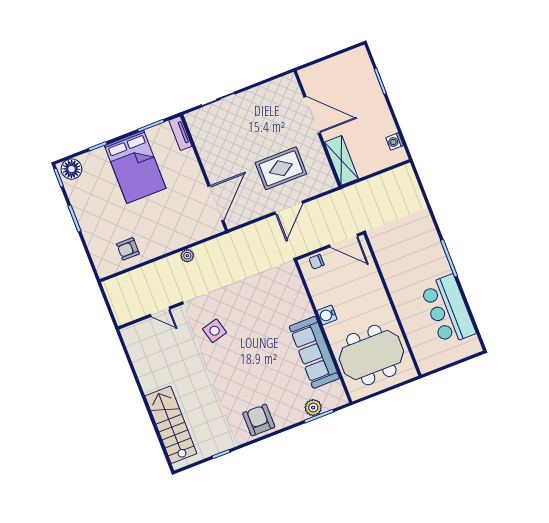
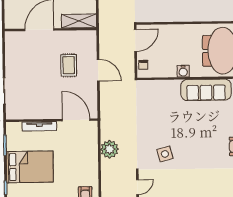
tv unit: (180, 133) -> (39, 126), moved, width x1.41
rug: (281, 168) -> (69, 65), width x0.73, depth x0.70
plant: (187, 256) -> (110, 149), width x1.87, depth x1.87

